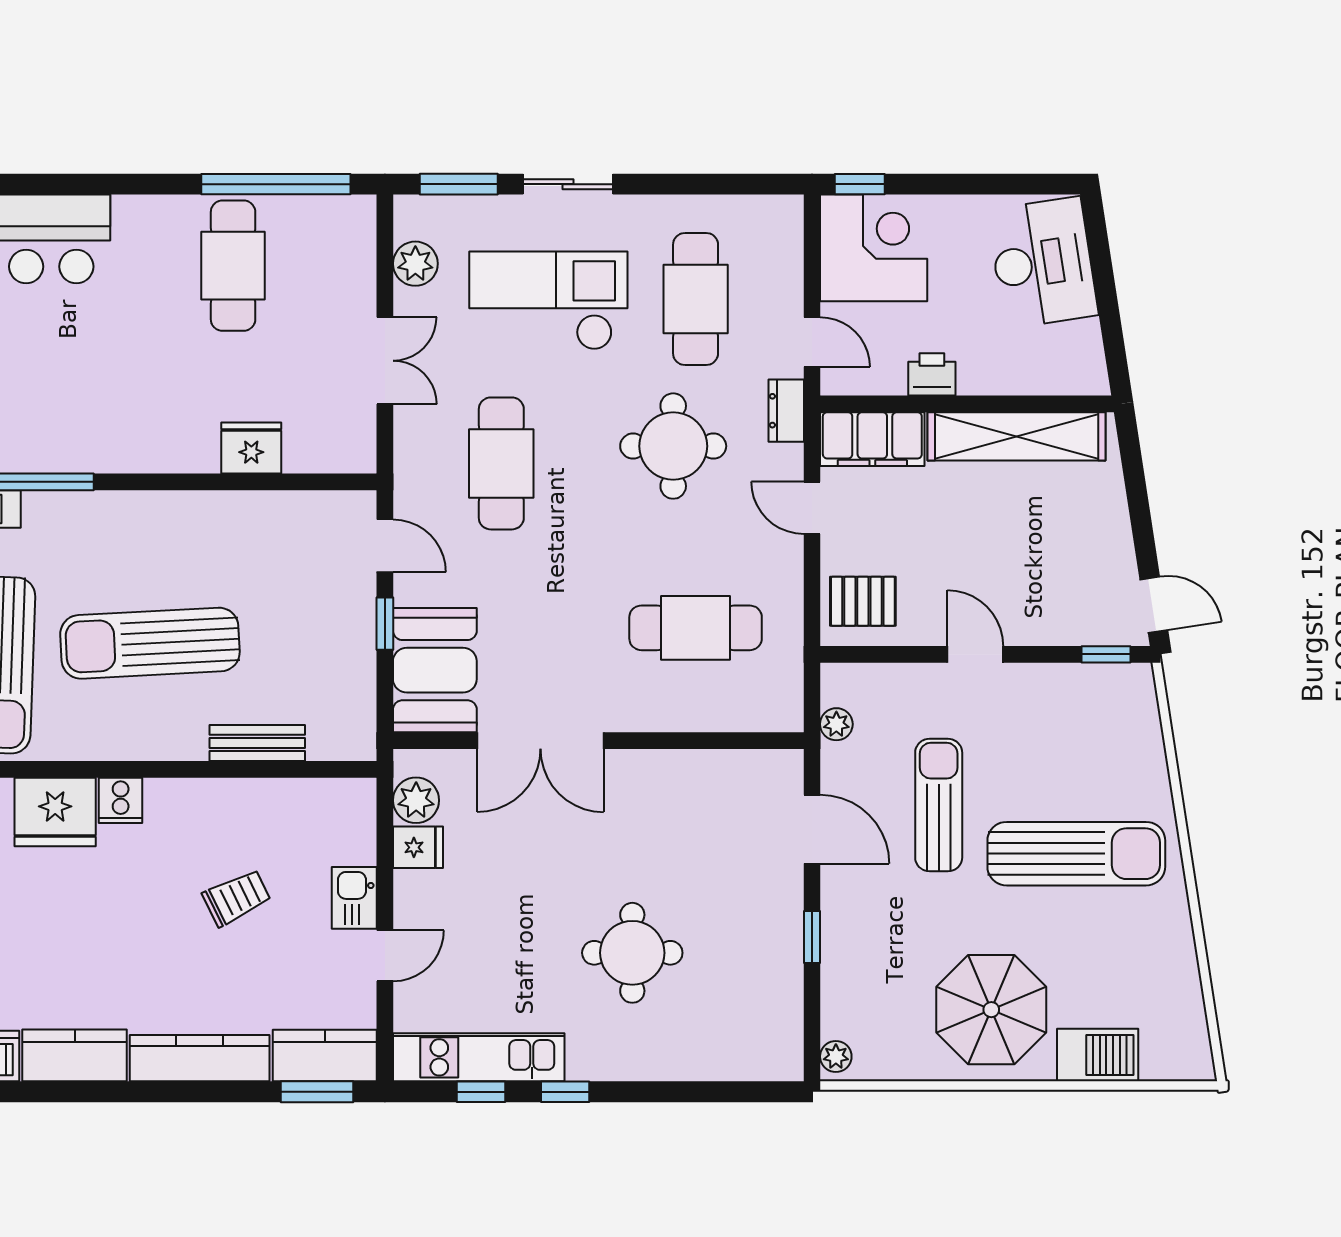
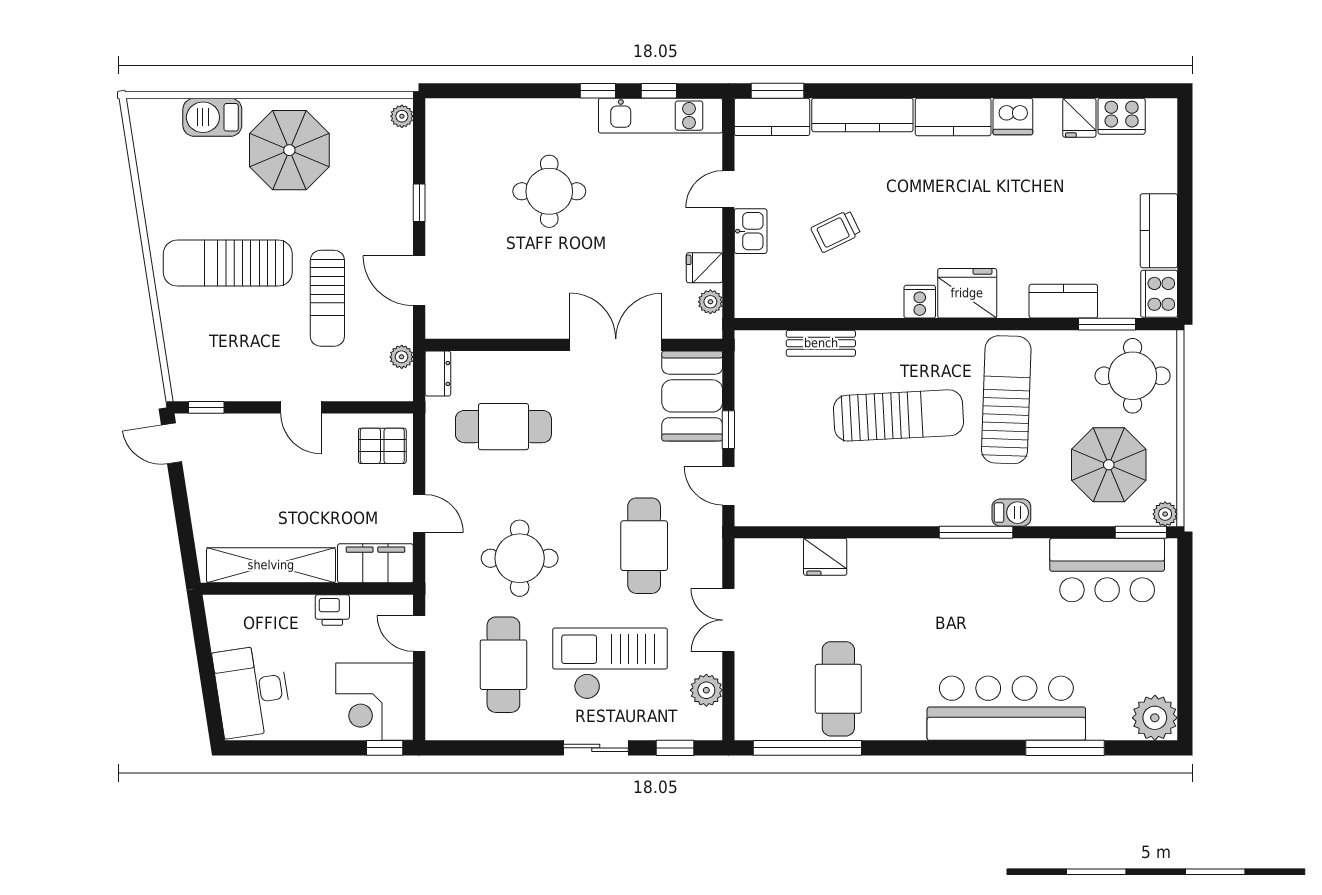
window: (459, 184) -> (675, 748), width x0.67
checkout: (548, 301) -> (610, 664), turned 180
dresser: (786, 411) -> (438, 374), moved
plant: (416, 800) -> (710, 302), width x0.73, depth x0.73

